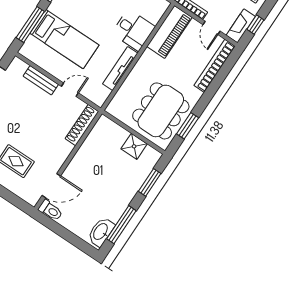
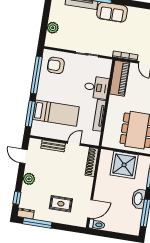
shower: (134, 146) -> (124, 165), width x1.86, depth x1.86
washbasin: (101, 232) -> (138, 199), moved

